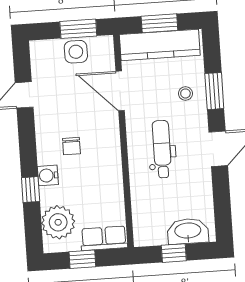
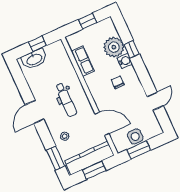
window: (214, 91) -> (55, 158), moved
plant: (58, 222) -> (114, 47), moved
row of seats: (104, 238) -> (83, 61), moved, turned -90

